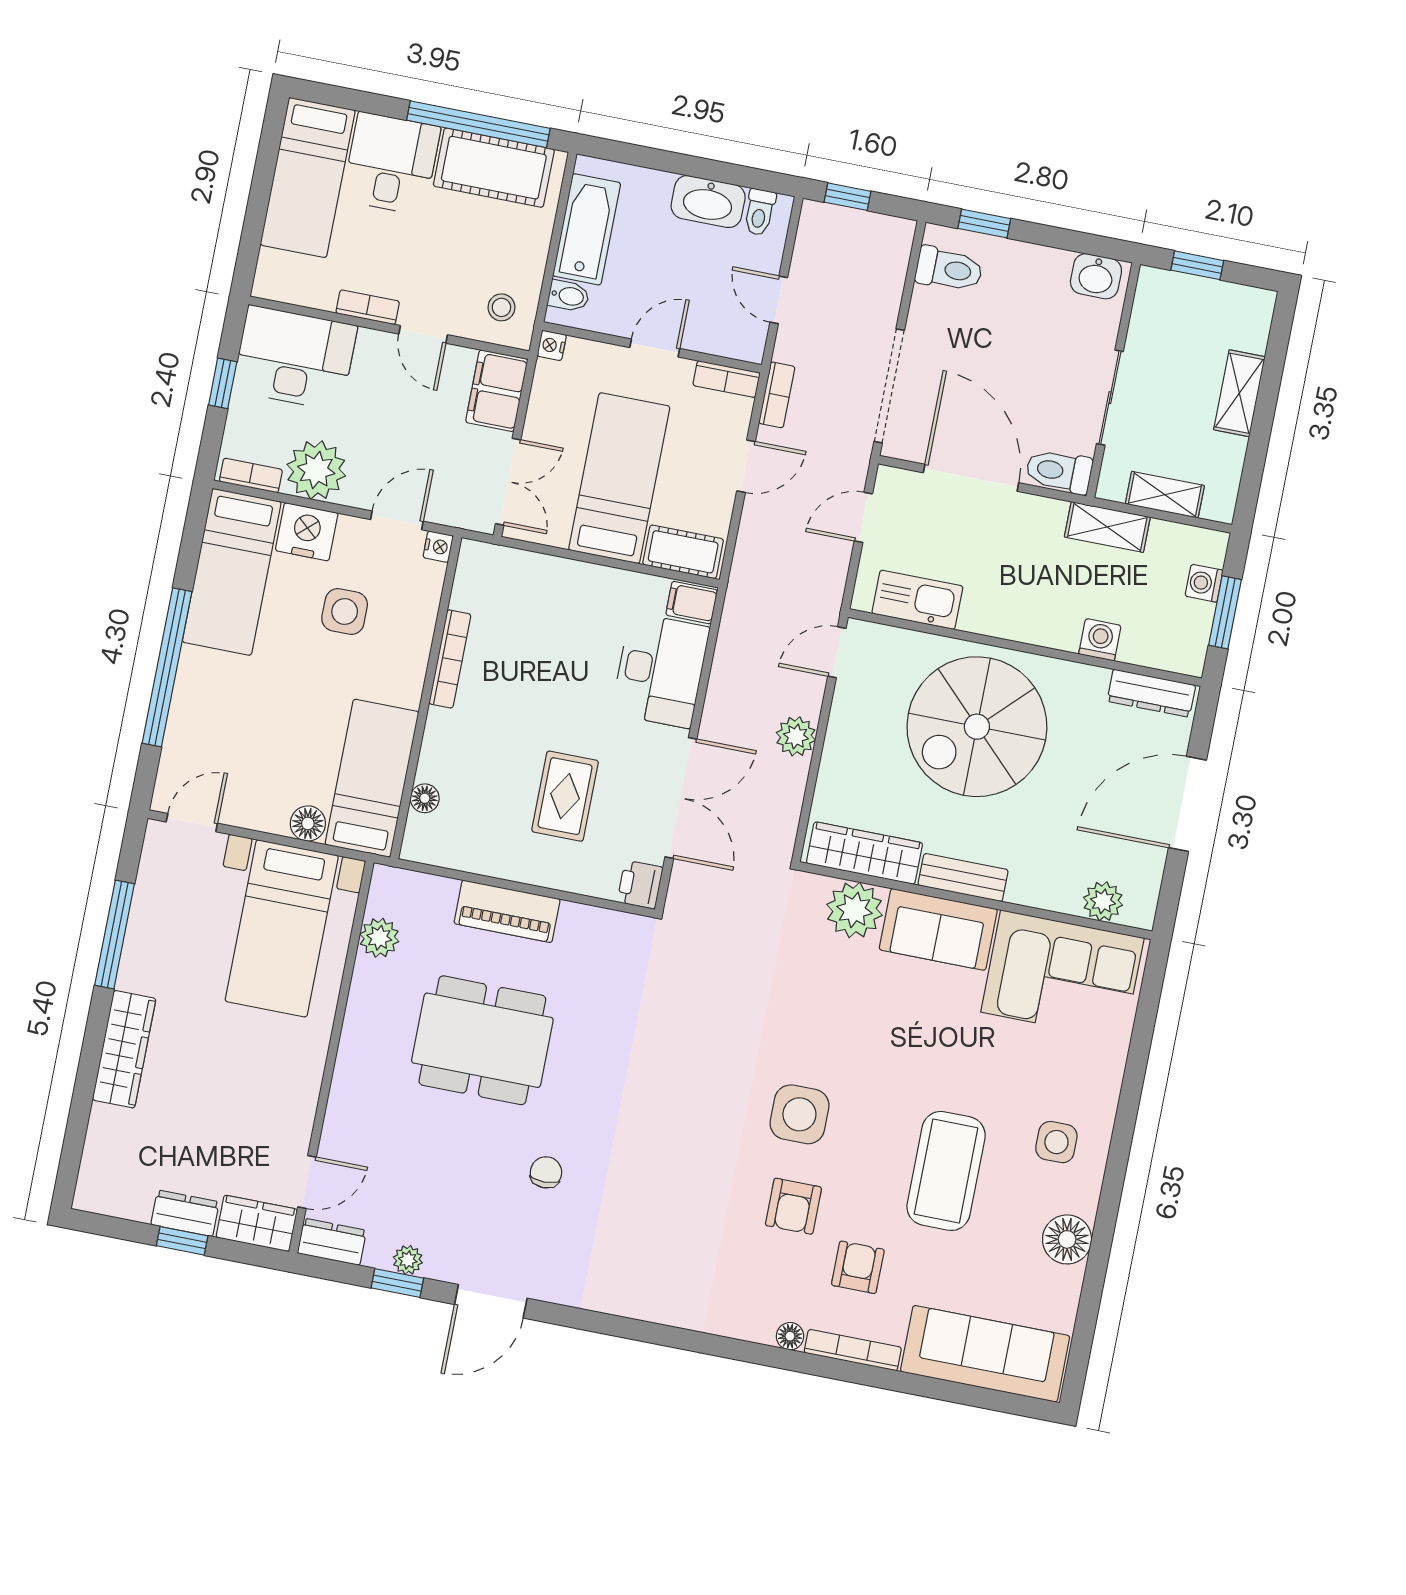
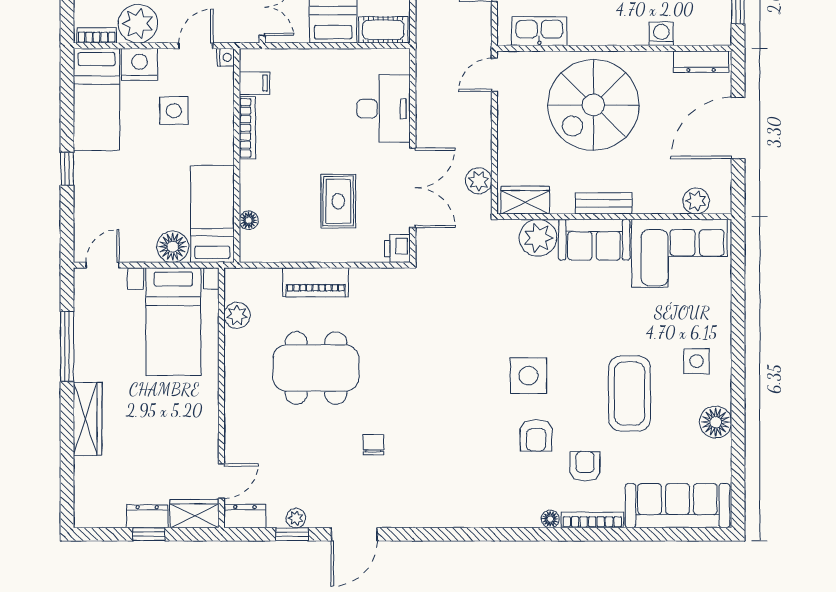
filing cabinet: (692, 603) -> (254, 83), moved, turned 180
window: (167, 667) -> (67, 169), width x0.32
plant: (796, 736) -> (479, 181), moved
floor lamp: (308, 823) -> (173, 247), width x1.38, depth x1.38
wardrobe: (864, 853) -> (525, 200), width x0.67

